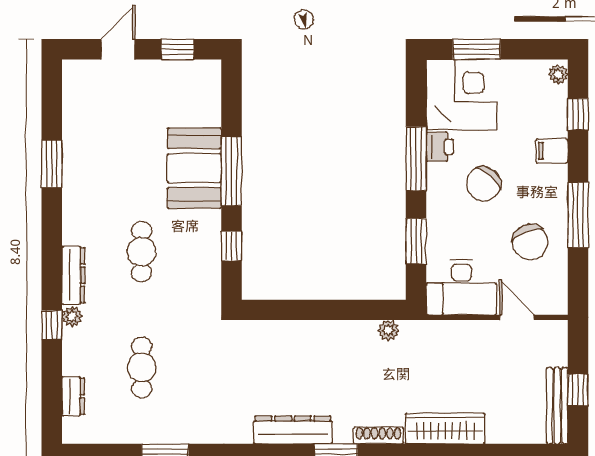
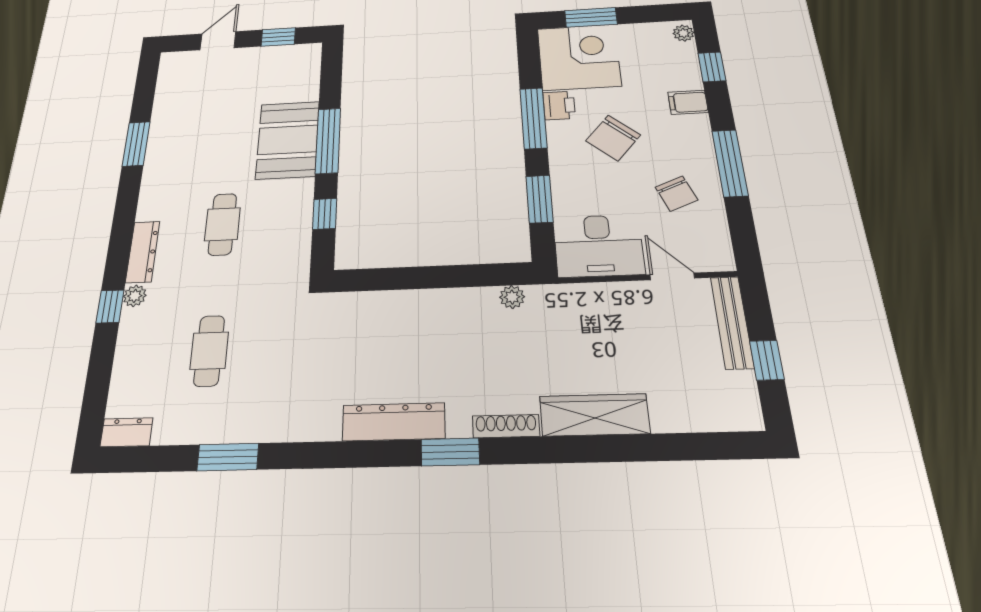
chair: (530, 242) -> (677, 194), width x0.73, depth x0.73
dresser: (73, 396) -> (126, 432), moved, turned -90
bench: (557, 406) -> (732, 322), moved

